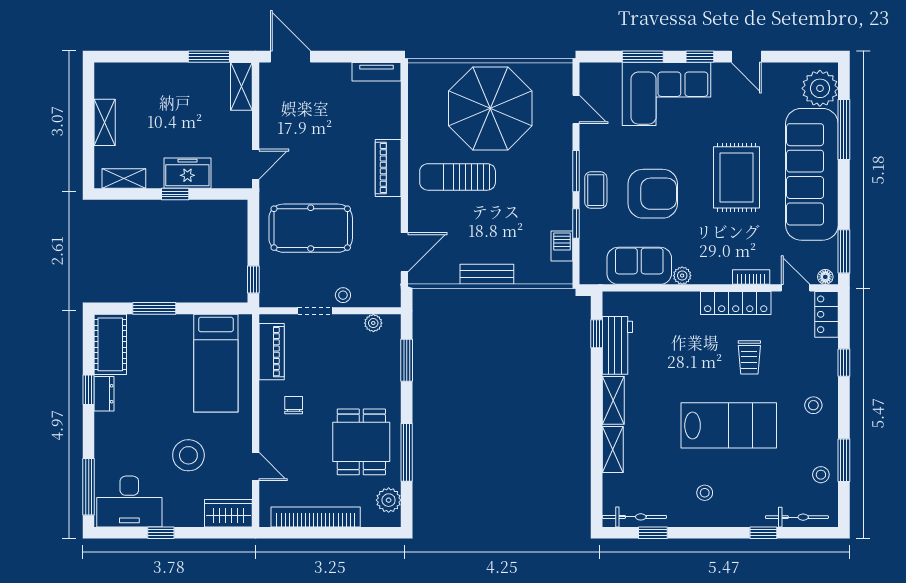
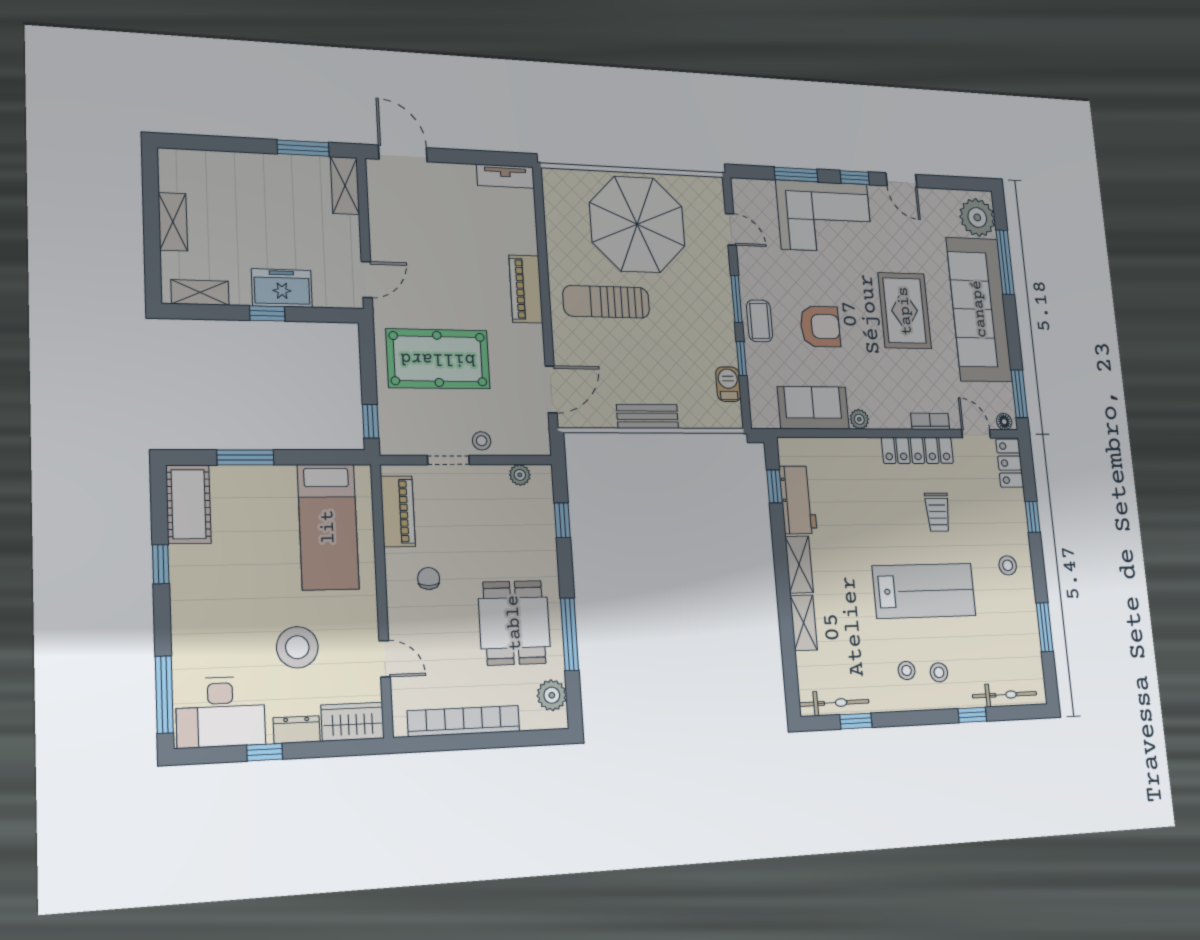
armchair: (653, 194) -> (820, 326), width x0.73, depth x0.73
window: (407, 360) -> (562, 520), width x0.67
dresser: (104, 394) -> (297, 730), moved, turned -90
stool: (821, 475) -> (939, 672), moved

